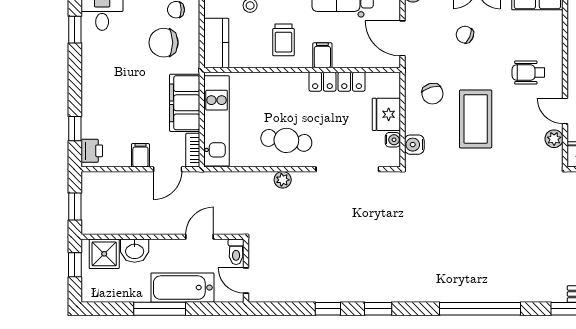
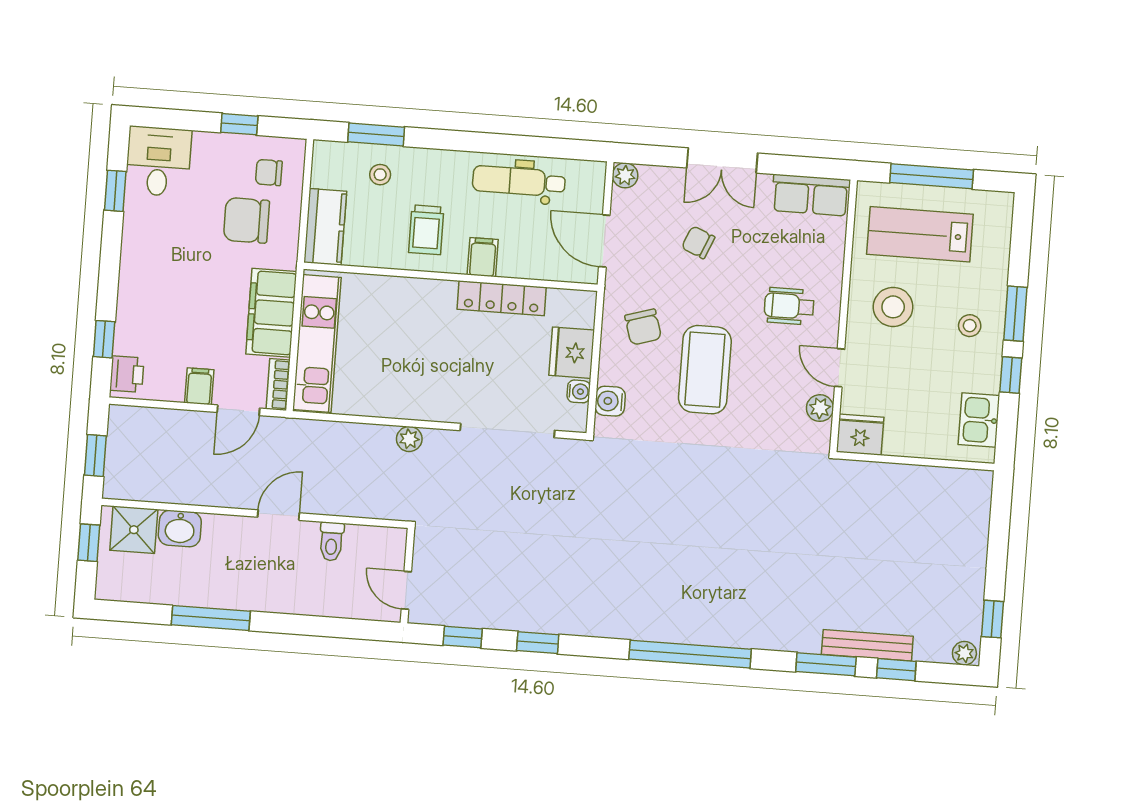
cafe table: (286, 140) -> (419, 381), removed
wall: (246, 271) -> (407, 576), moved
door: (246, 280) -> (406, 590), moved
bathtub: (182, 288) -> (247, 589), removed

